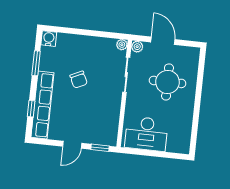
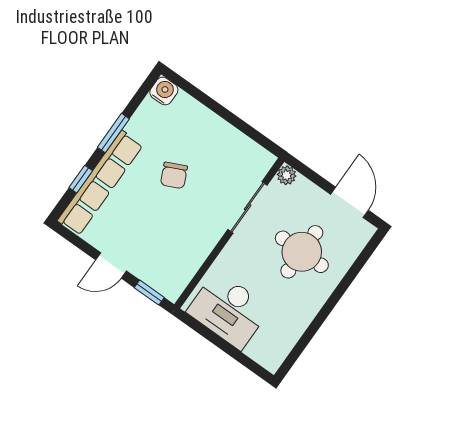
door: (163, 41) -> (349, 202), moved
plant: (122, 45) -> (266, 160), removed
window: (36, 63) -> (113, 133), moved

